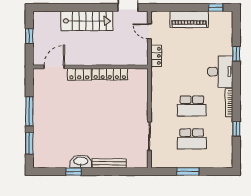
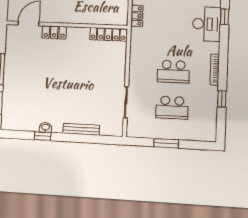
desk: (220, 72) -> (207, 24), moved
locker: (110, 74) -> (108, 34), moved
washbasin: (81, 161) -> (45, 127), width x0.52, depth x0.69

